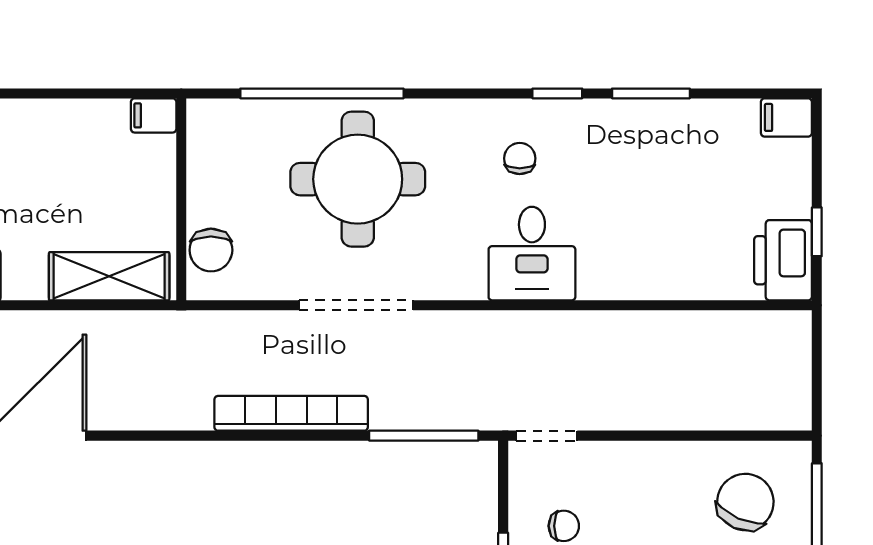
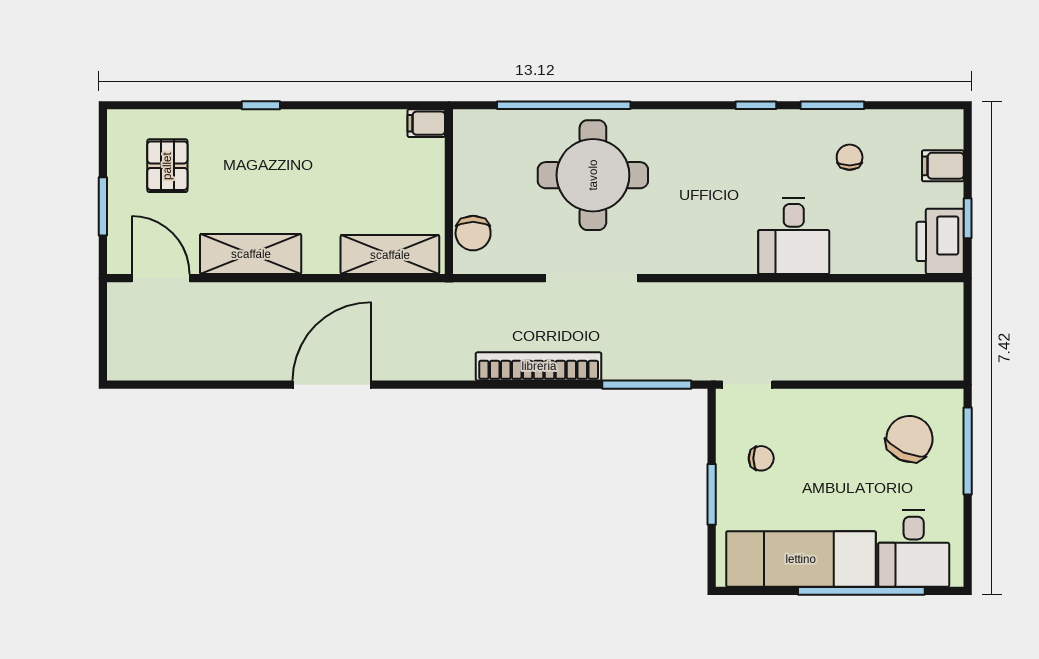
filing cabinet: (786, 117) -> (943, 166), moved
chair: (520, 158) -> (850, 157), moved
desk: (532, 254) -> (794, 236), moved

